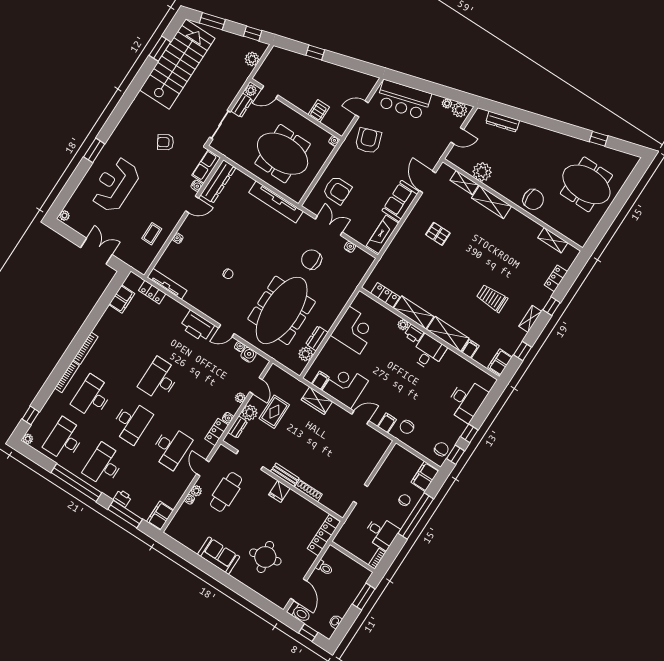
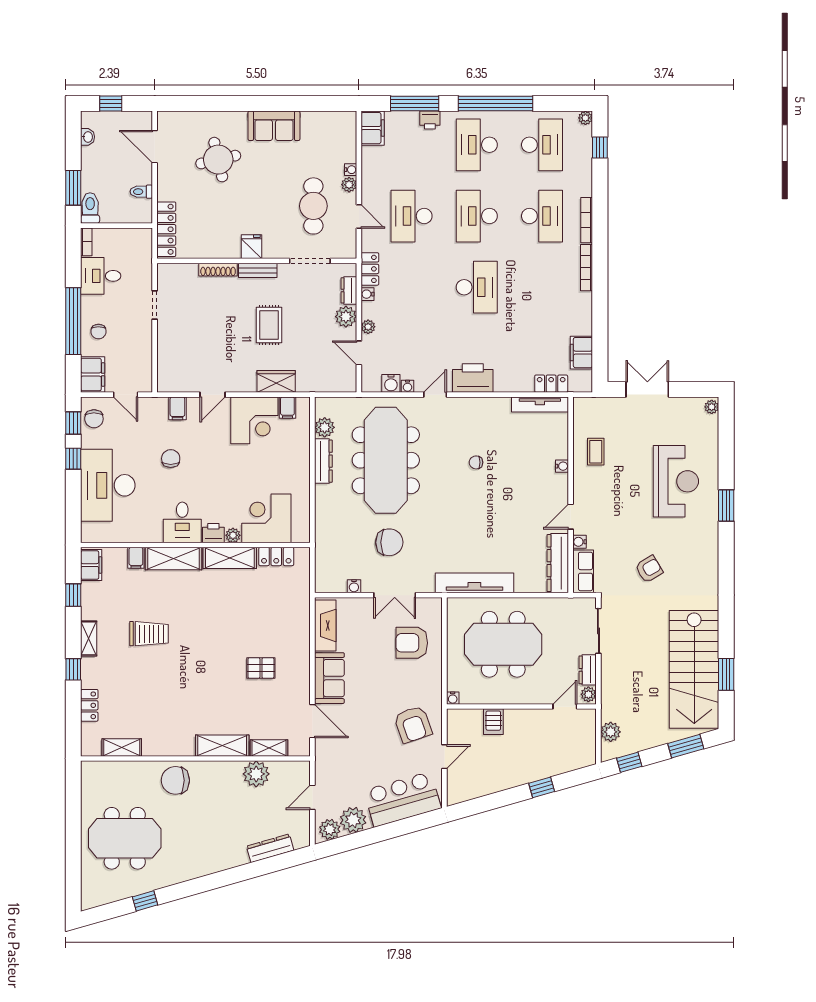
plant: (447, 103) -> (353, 820), width x1.87, depth x1.87
double door: (96, 251) -> (647, 389), swing flipped
corner desk: (354, 330) -> (266, 518), moved, turned 90
dresser: (317, 338) -> (323, 461), width x1.44
desk: (466, 400) -> (108, 485), width x1.36, depth x1.30
rug: (274, 412) -> (269, 325), moved
chair: (407, 427) -> (171, 459), moved
door: (413, 451) -> (126, 395), added
desk: (104, 465) -> (477, 145), turned 180
toilet: (299, 612) -> (90, 208), moved, turned 90

